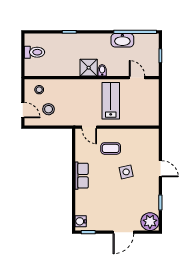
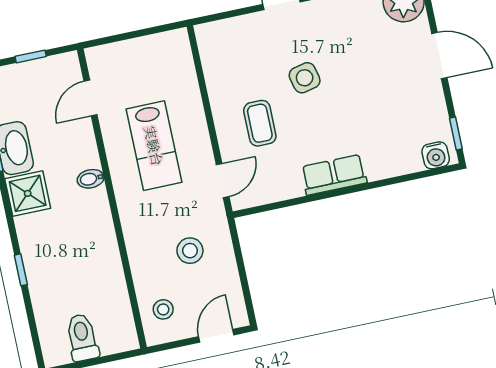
shower: (89, 68) -> (28, 193), moved
lab bench: (111, 101) -> (154, 146), turned -90
stool: (49, 109) -> (190, 251), moved

